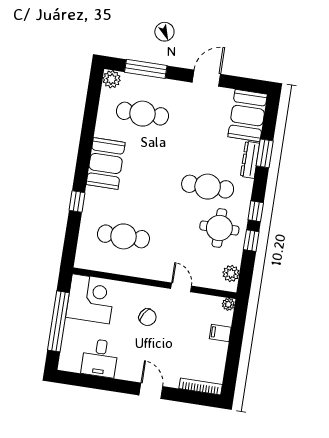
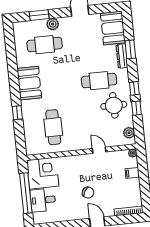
window: (146, 69) -> (39, 15), width x0.69
plant: (112, 79) -> (53, 24), moved
cafe table: (123, 236) -> (53, 127), turned 90
chair: (148, 317) -> (88, 193), moved
desk: (100, 358) -> (43, 200), moved, turned 90

